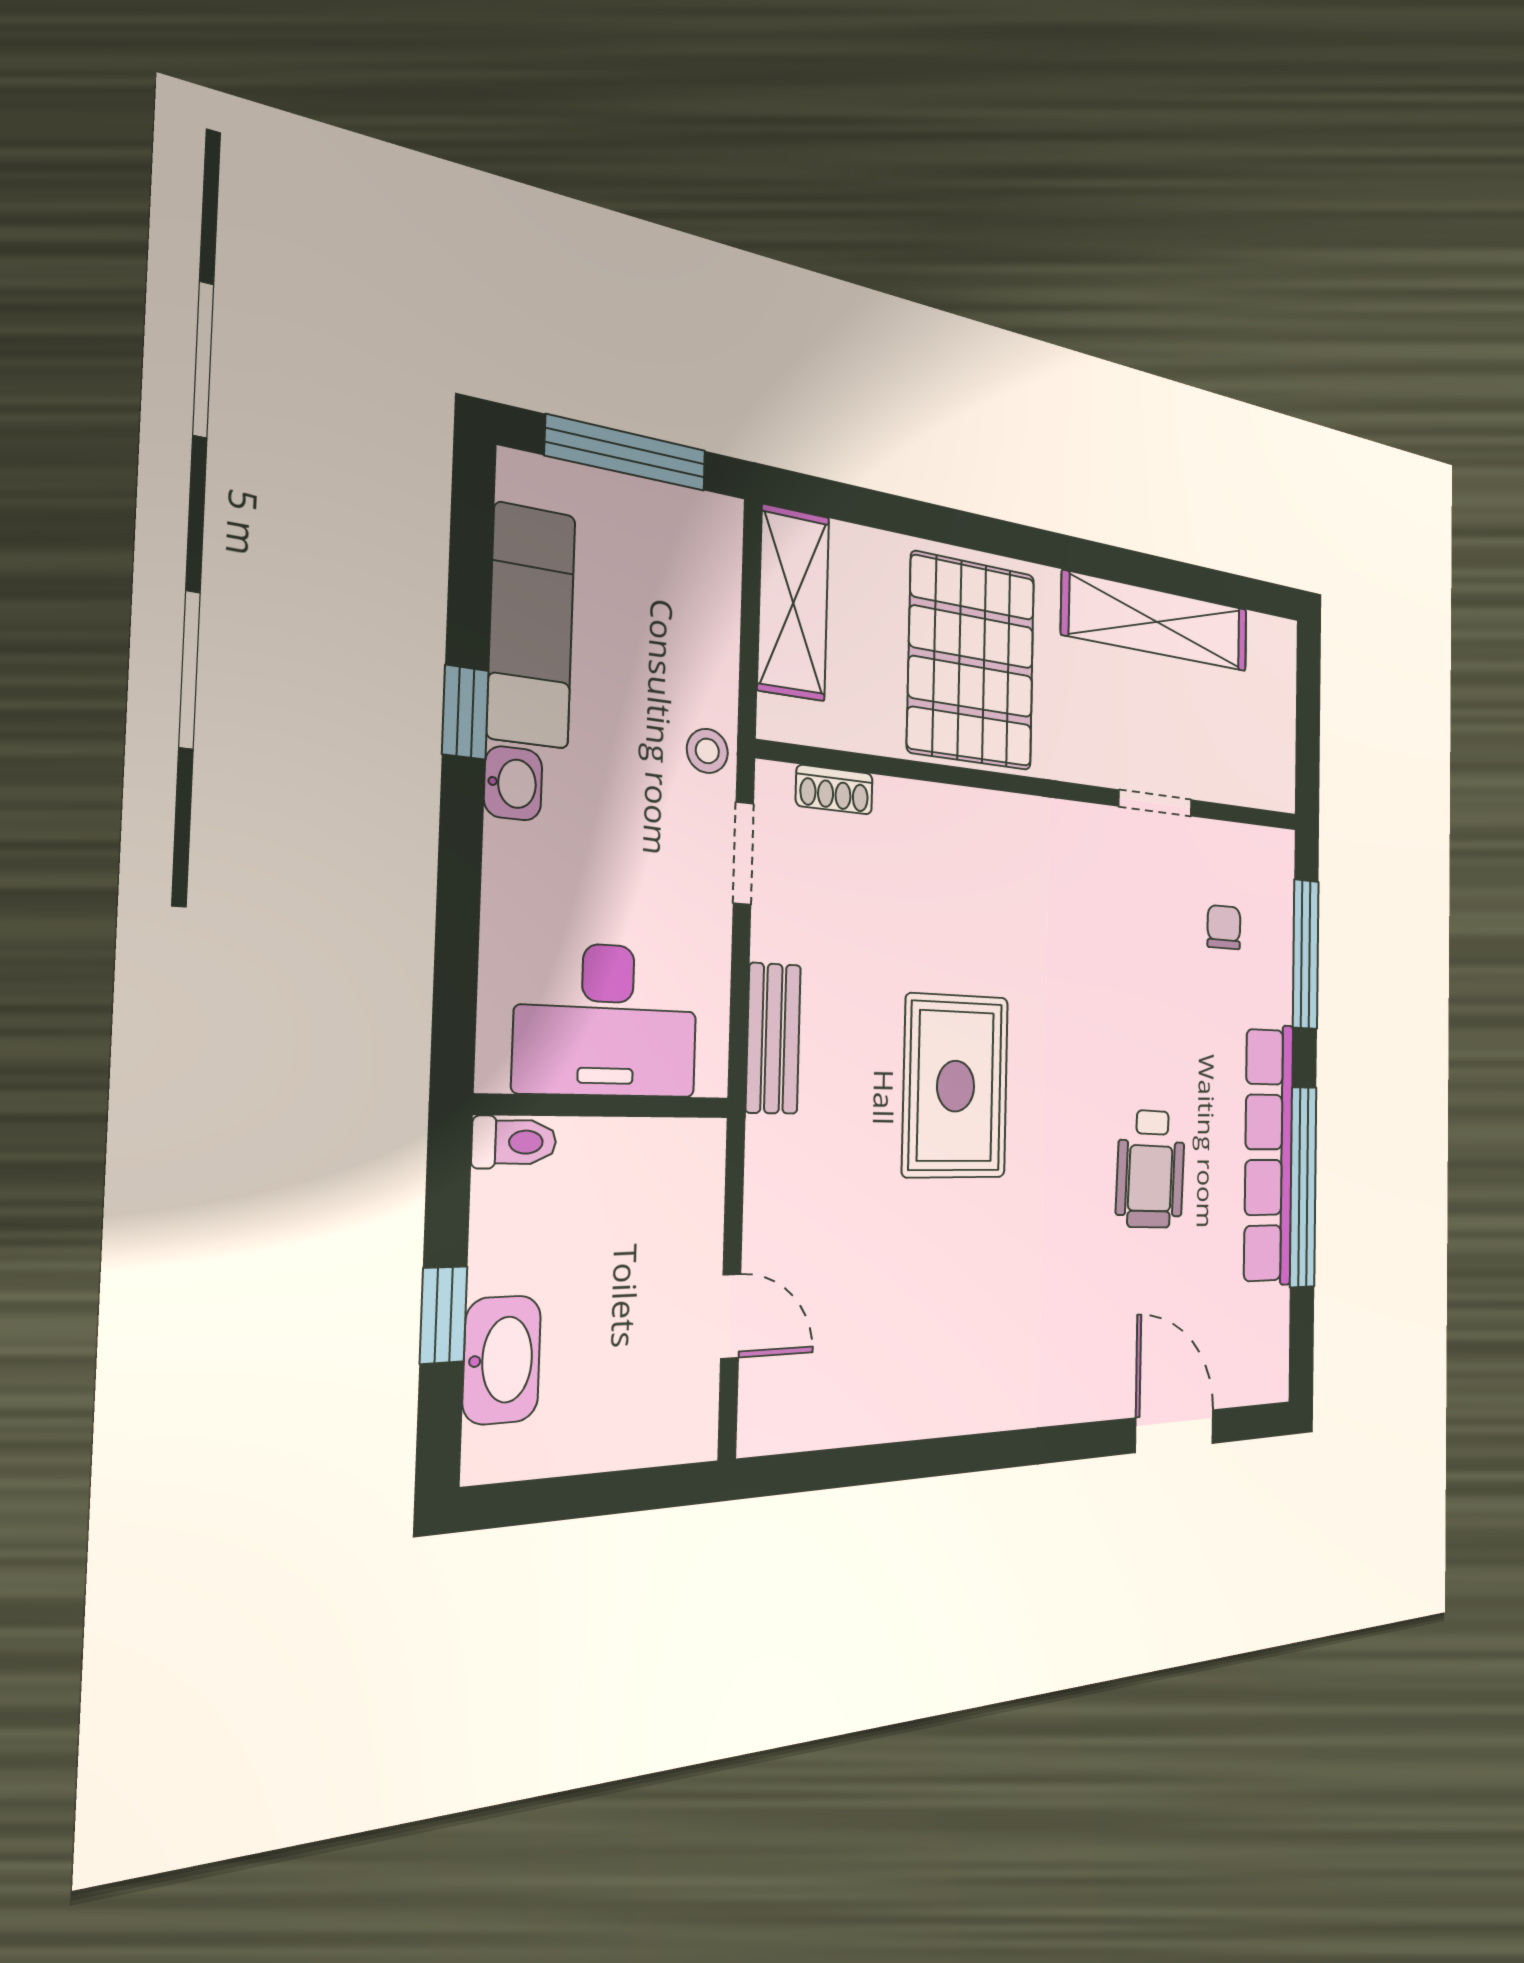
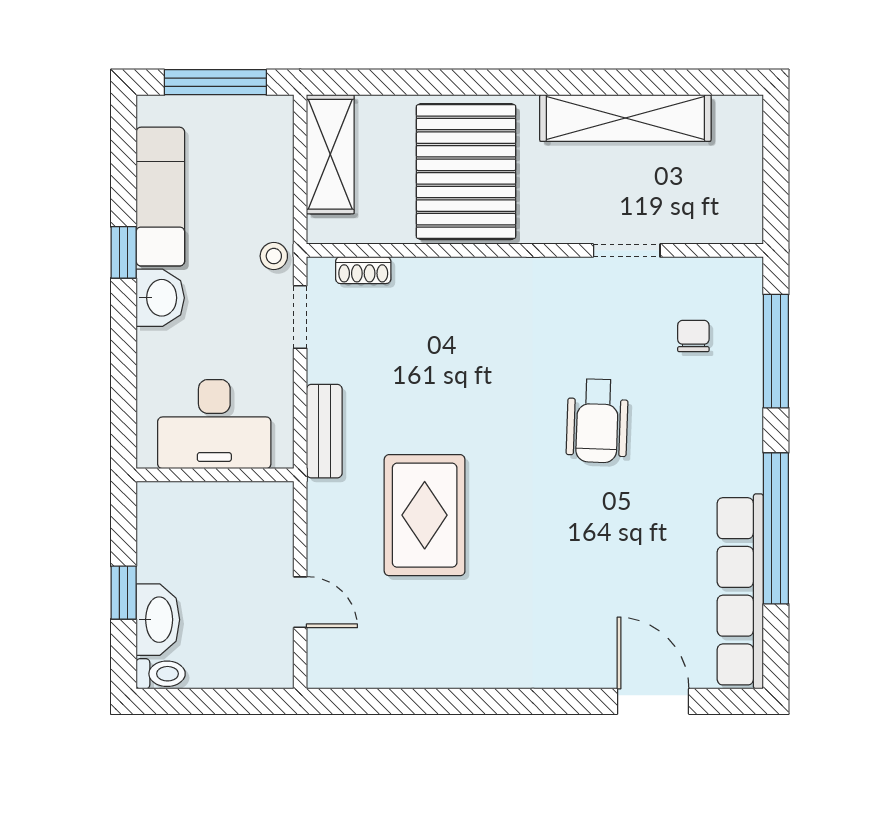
washbasin: (513, 783) -> (160, 298), width x1.38, depth x1.45
rug: (956, 1086) -> (425, 515), moved
toilet: (514, 1142) -> (161, 674), moved
row of seats: (1269, 1155) -> (740, 591), moved
wheelchair: (1151, 1169) -> (597, 421), moved

